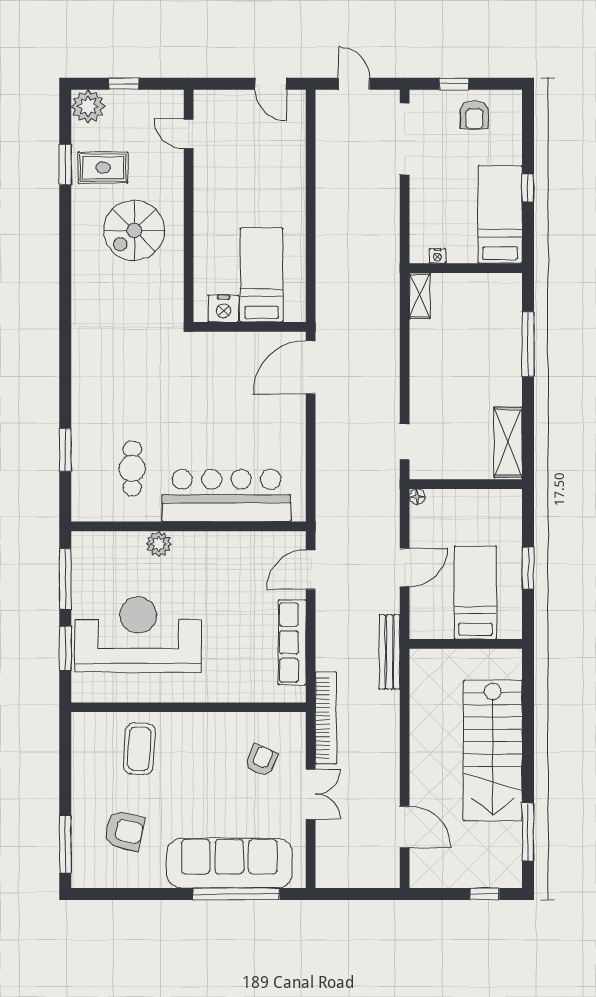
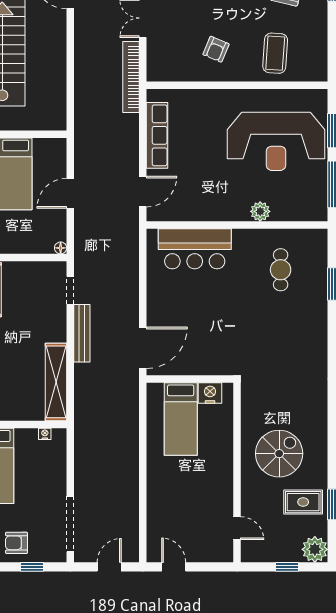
door: (354, 84) -> (109, 567), swing flipped
armchair: (474, 115) -> (16, 543), turned -90
shelving: (420, 296) -> (56, 382), width x2.20, depth x1.33
bar counter: (226, 496) -> (195, 249), width x0.73
bench: (389, 652) -> (82, 333), moved
armchair: (261, 761) -> (216, 49), moved

